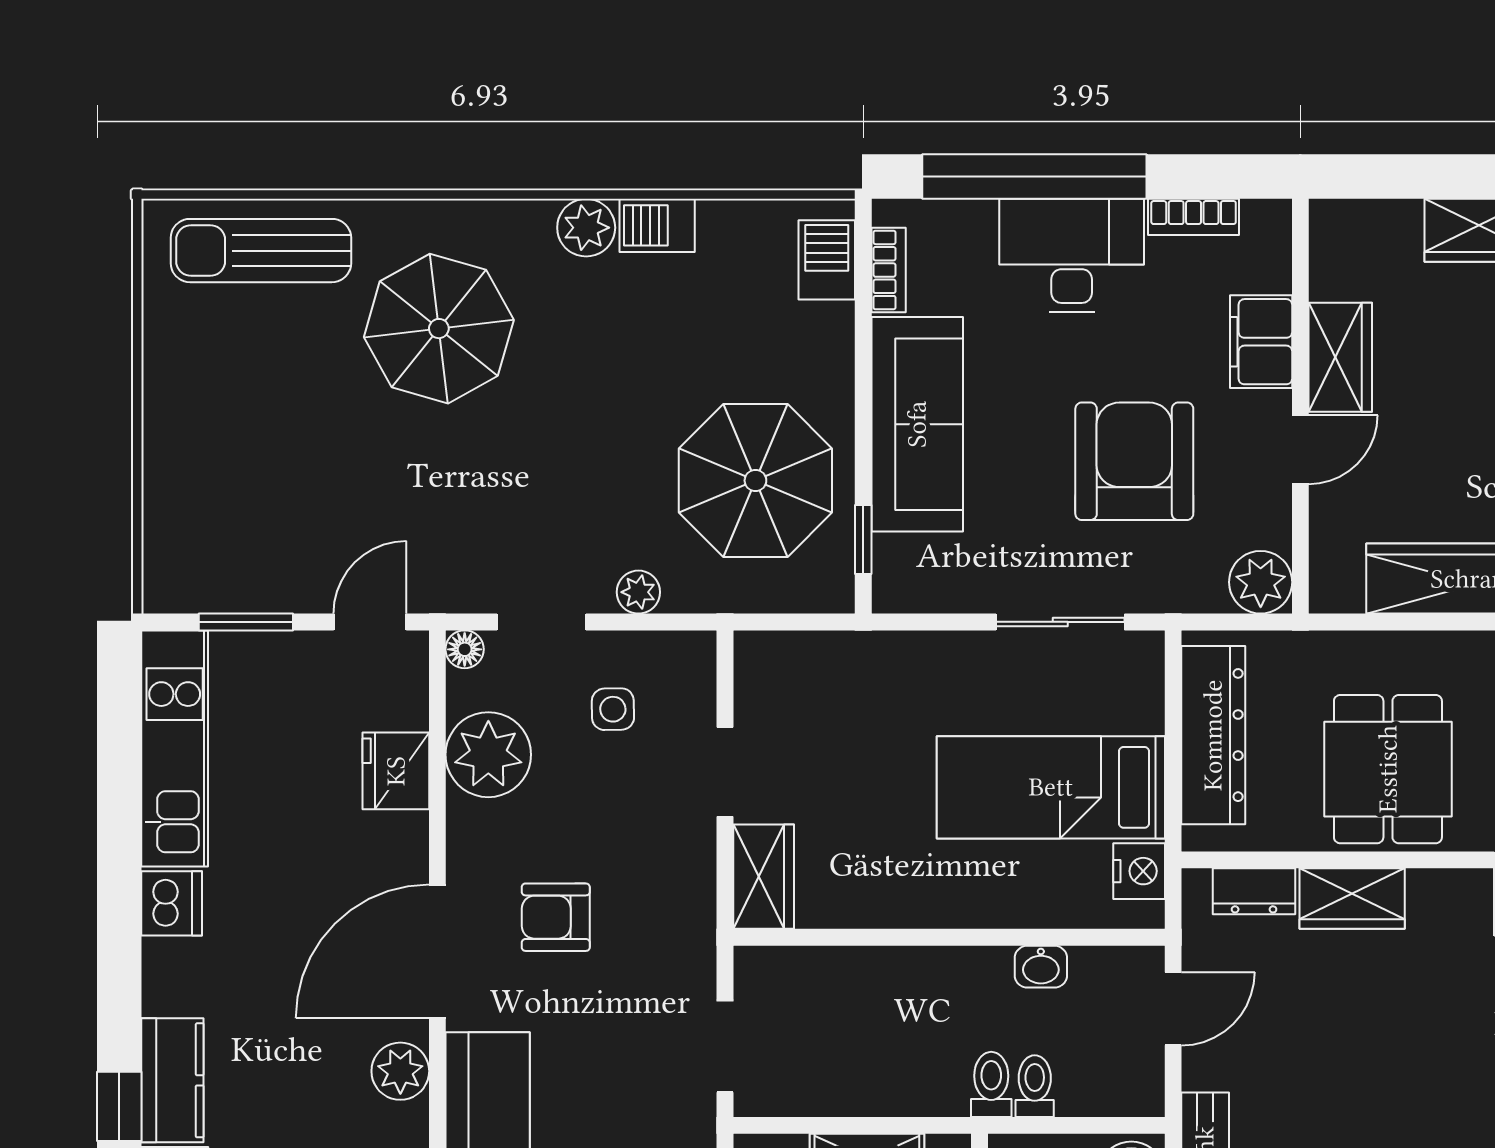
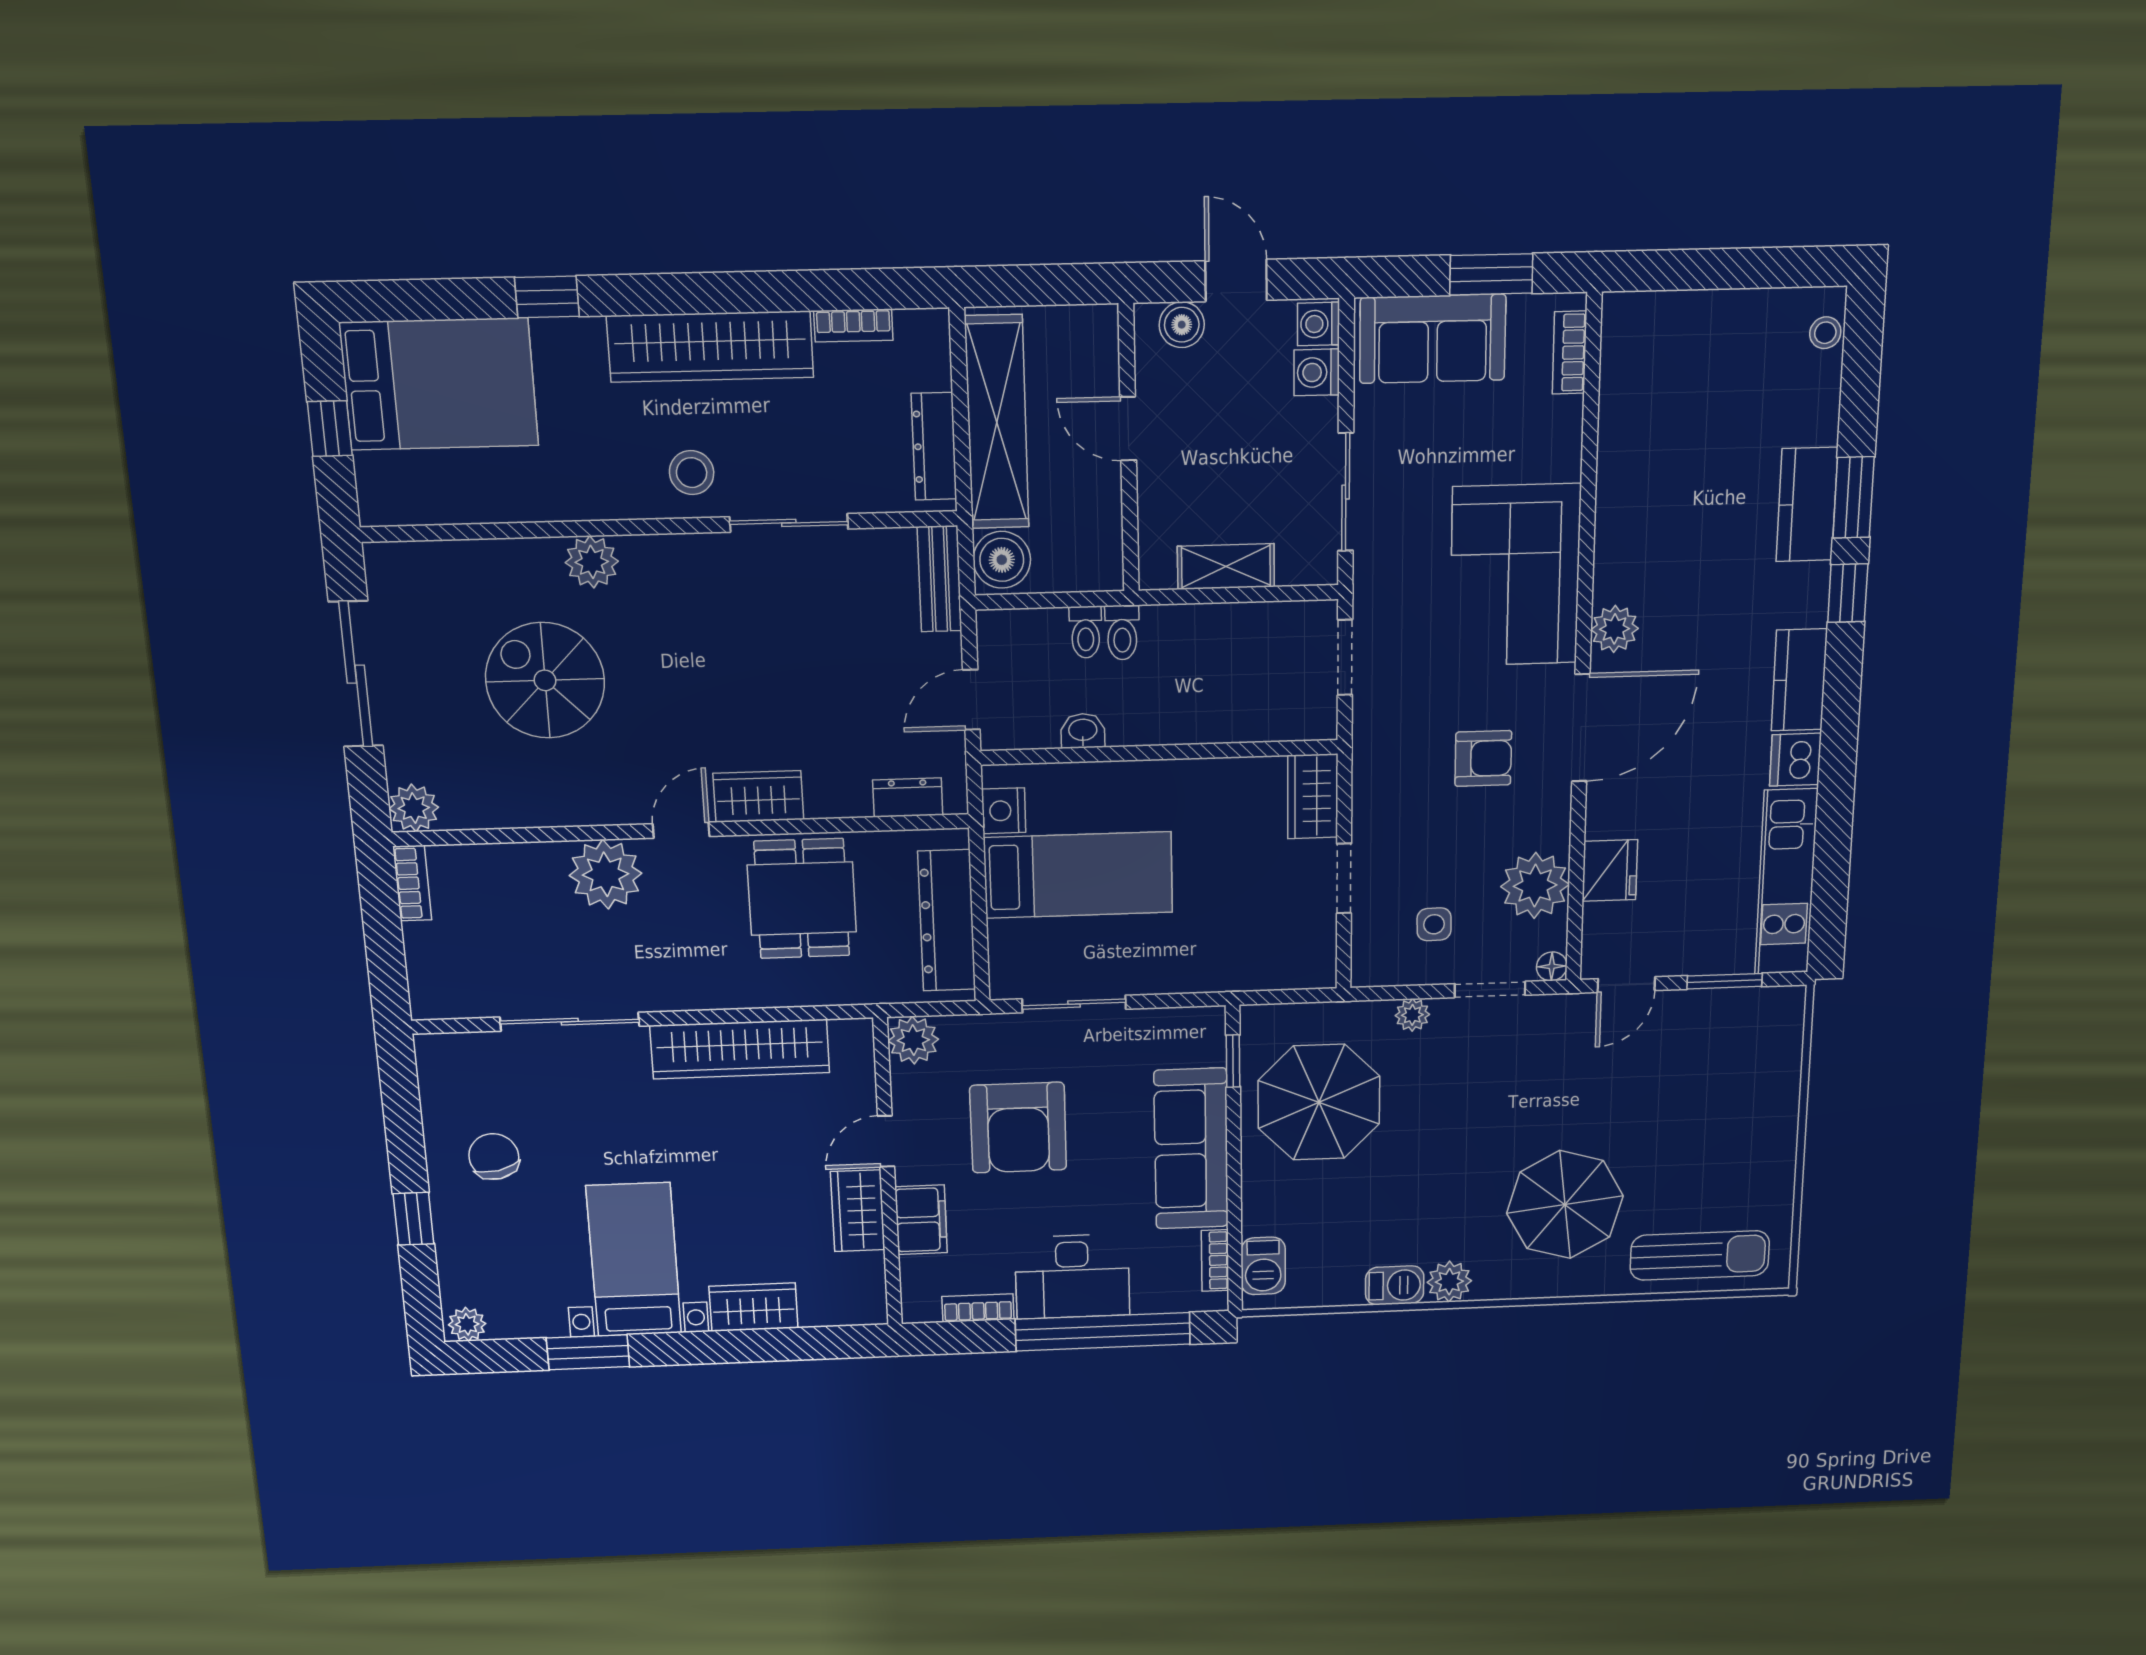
wardrobe: (1352, 899) -> (758, 796), moved
kitchen counter: (172, 1080) -> (1799, 680), moved

